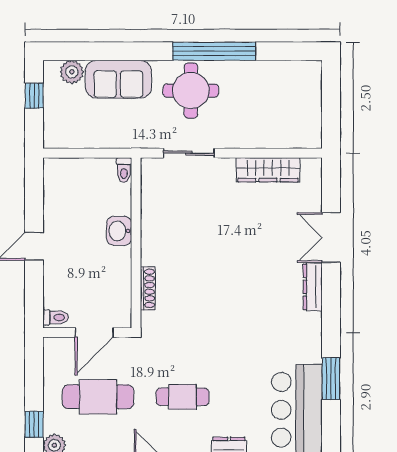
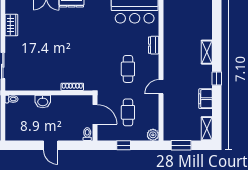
wardrobe: (268, 170) -> (11, 25), width x0.67
cafe table: (98, 397) -> (128, 112), width x0.73, depth x0.74
window: (34, 424) -> (124, 145), moved

